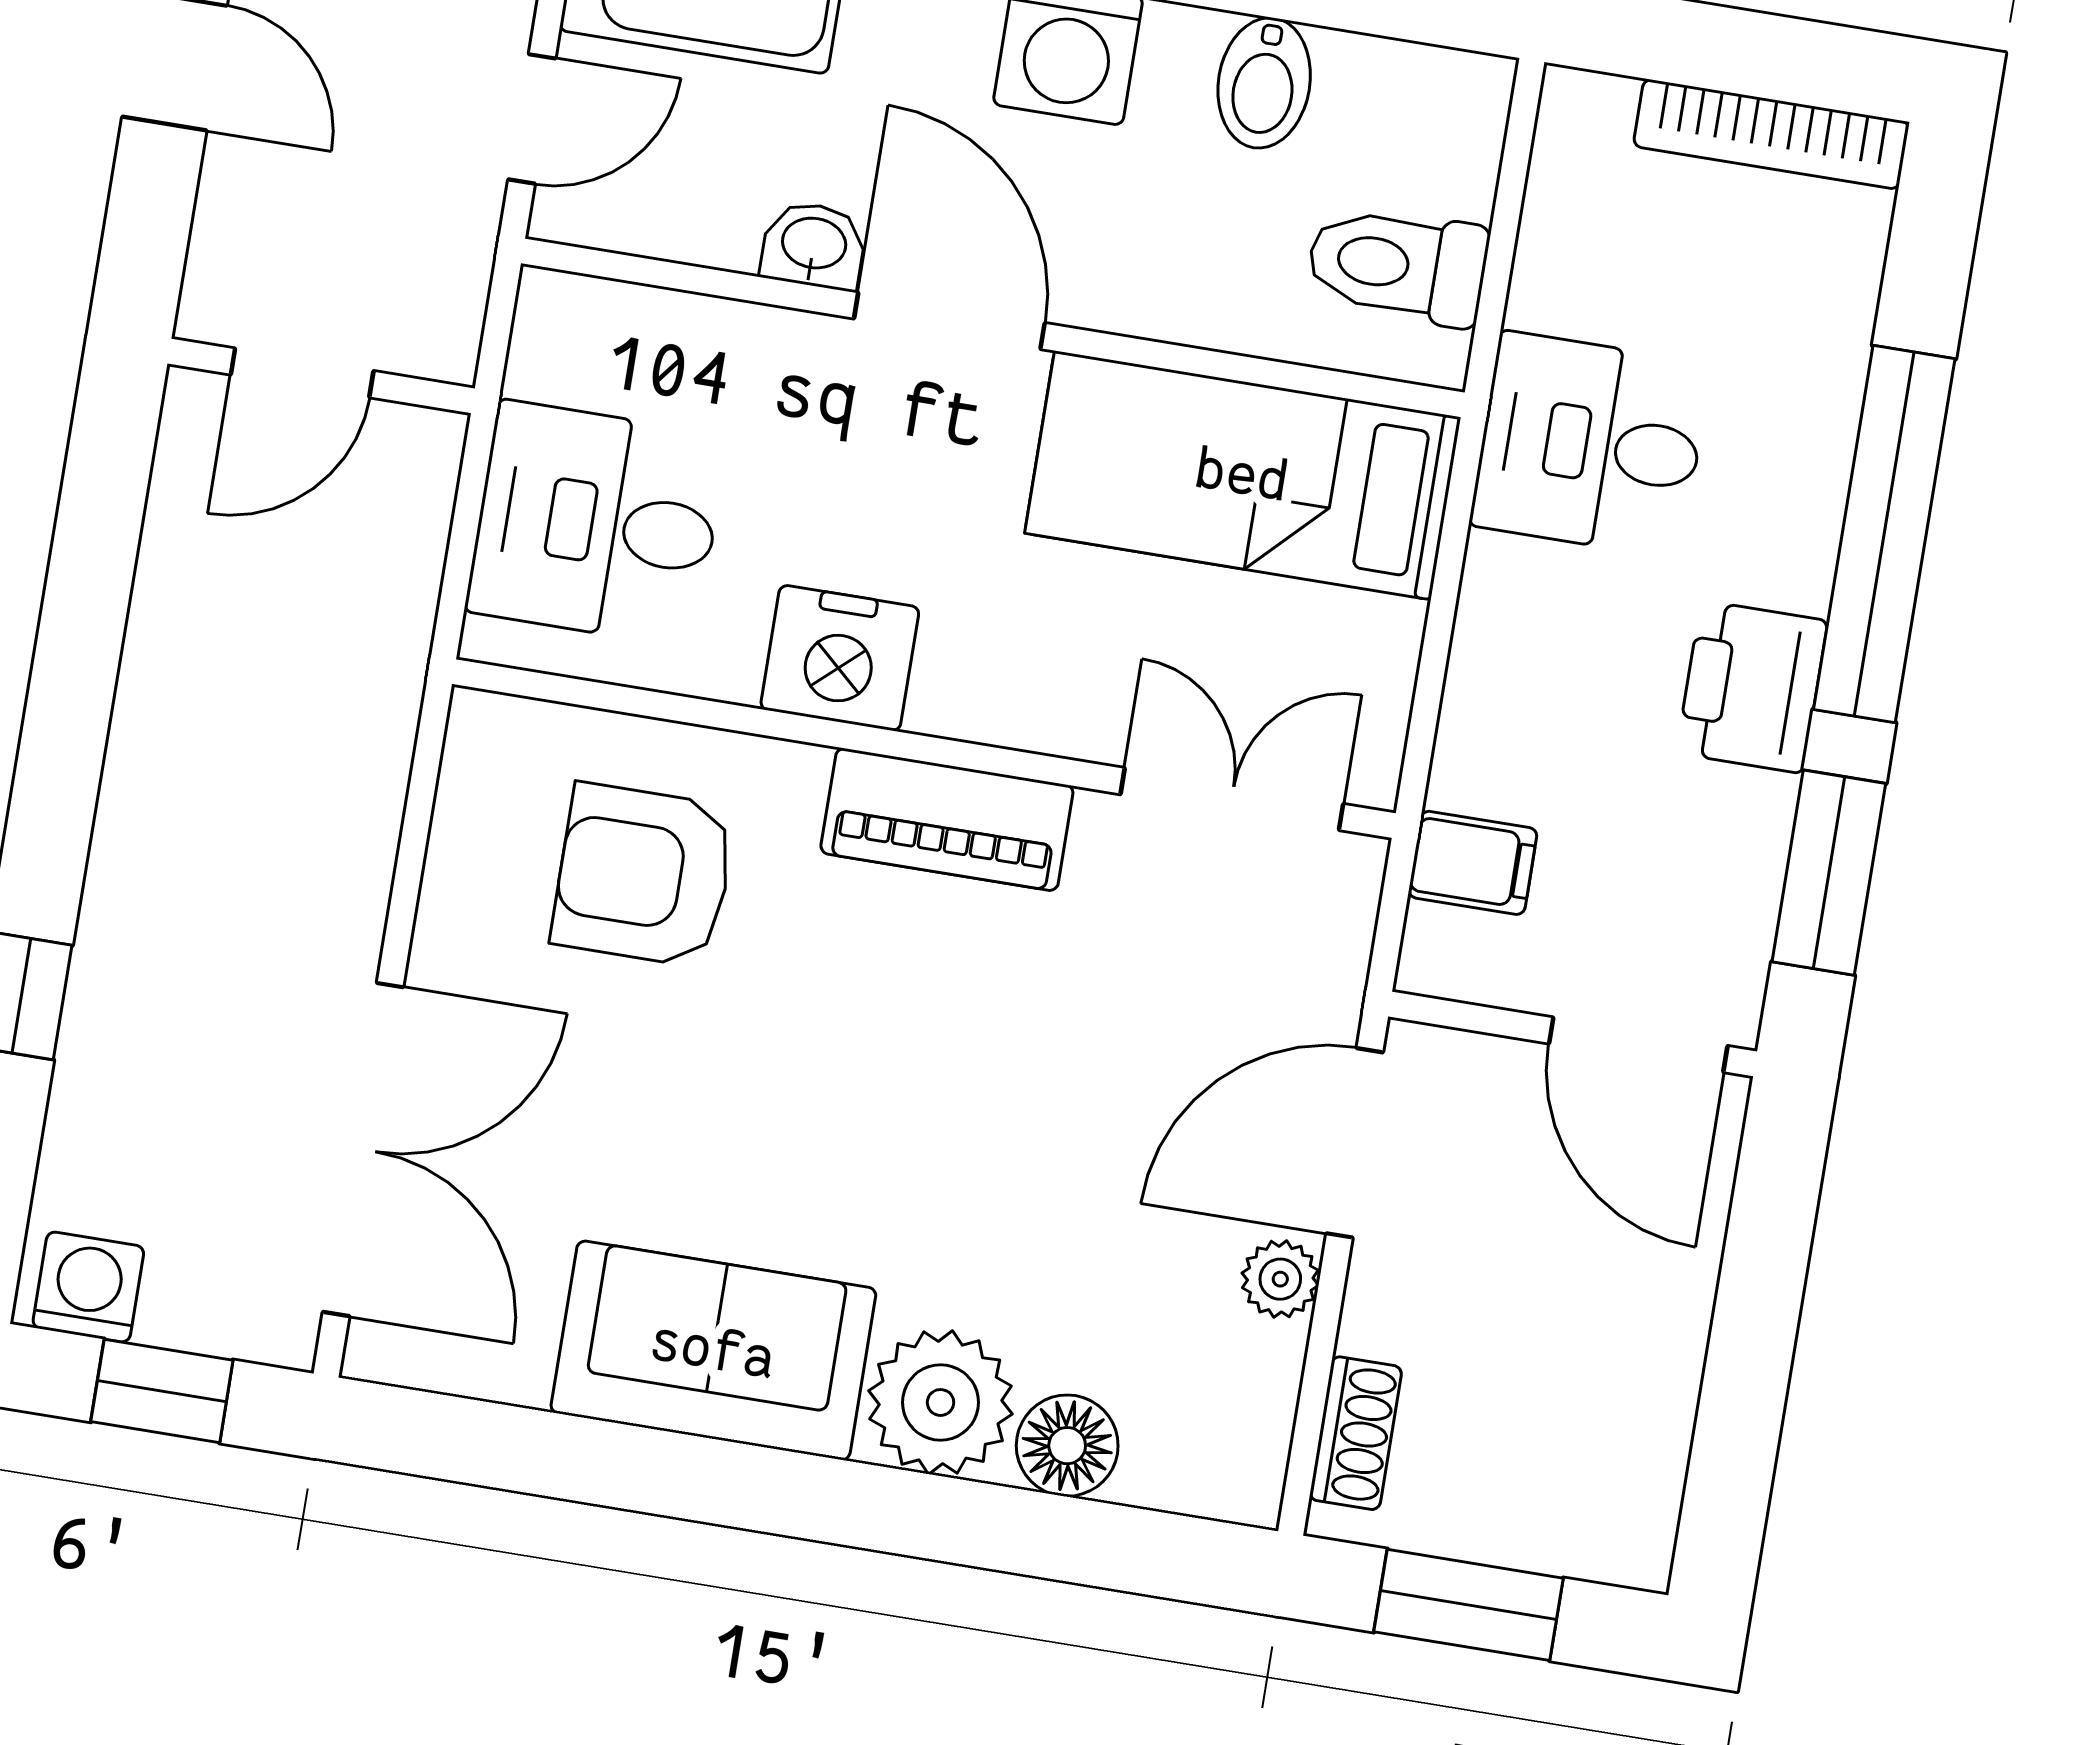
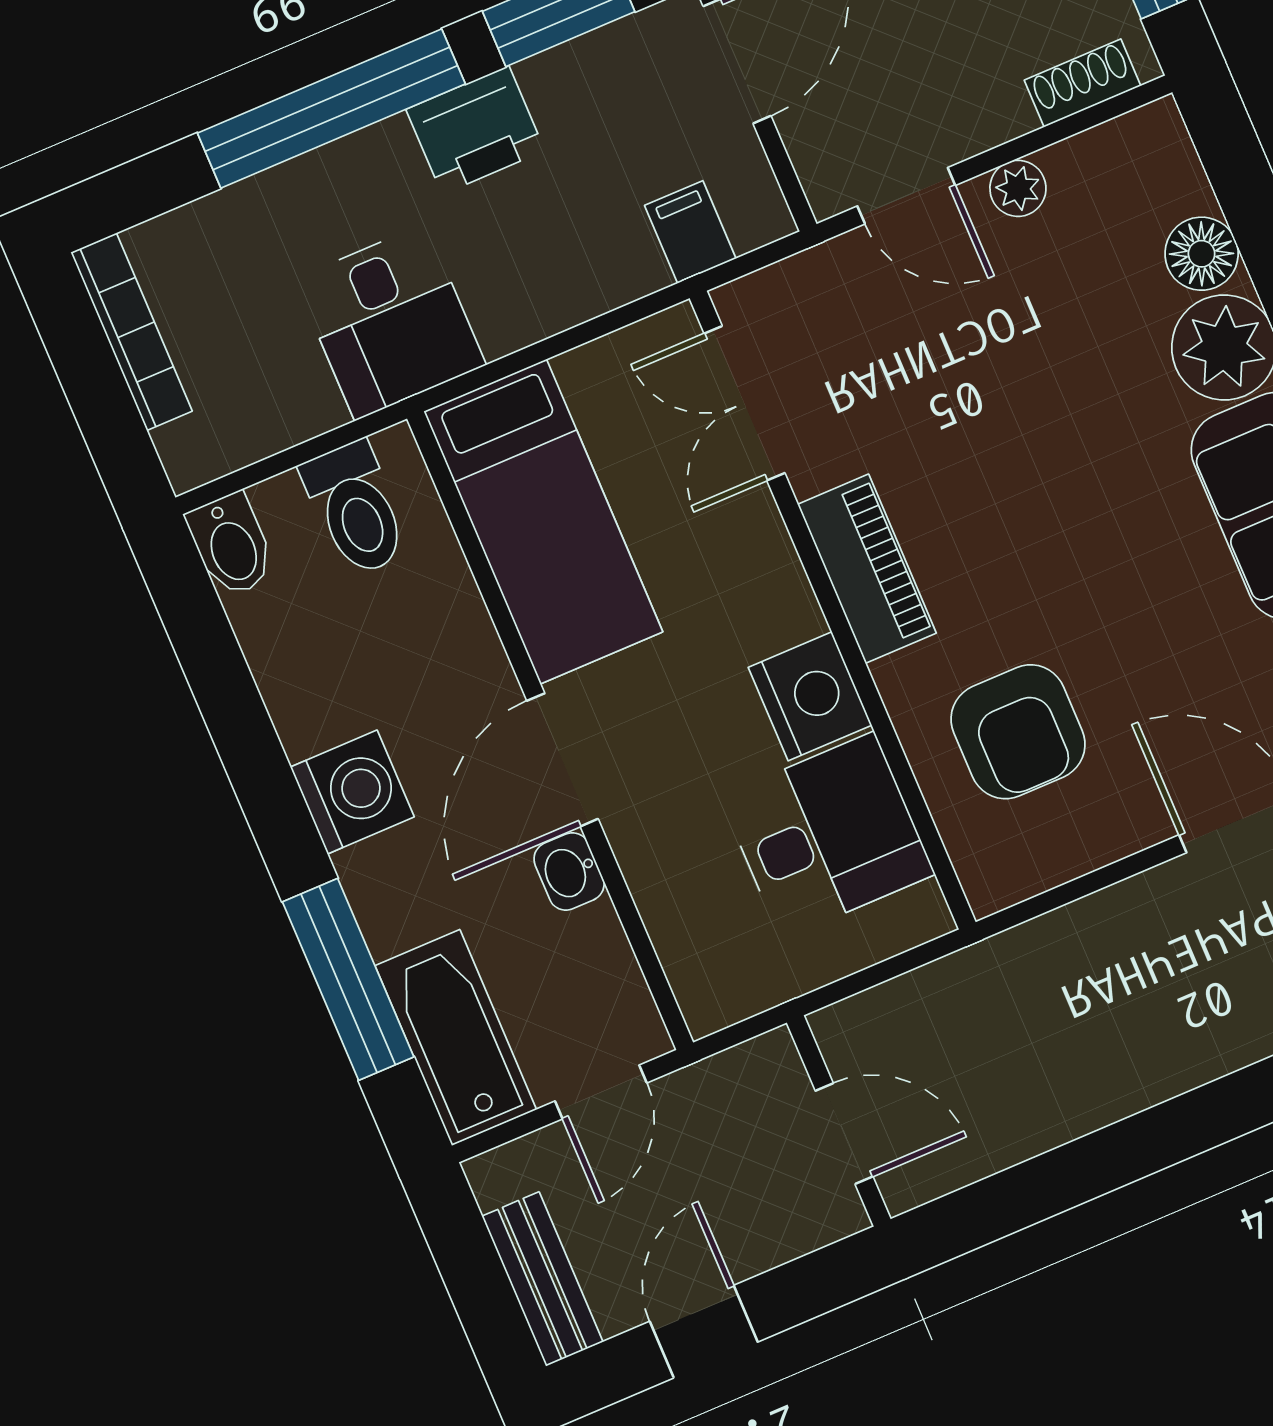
bidet: (1264, 83) -> (231, 545), moved, turned 90
door: (532, 119) -> (601, 1092), swing flipped
desk: (597, 524) -> (828, 835), moved, turned -90
door: (1355, 1143) -> (906, 196), width x0.73

